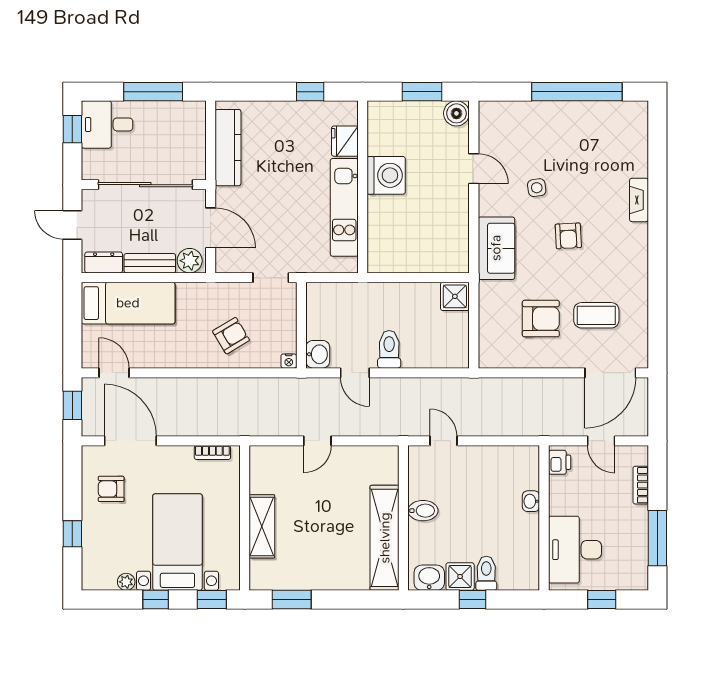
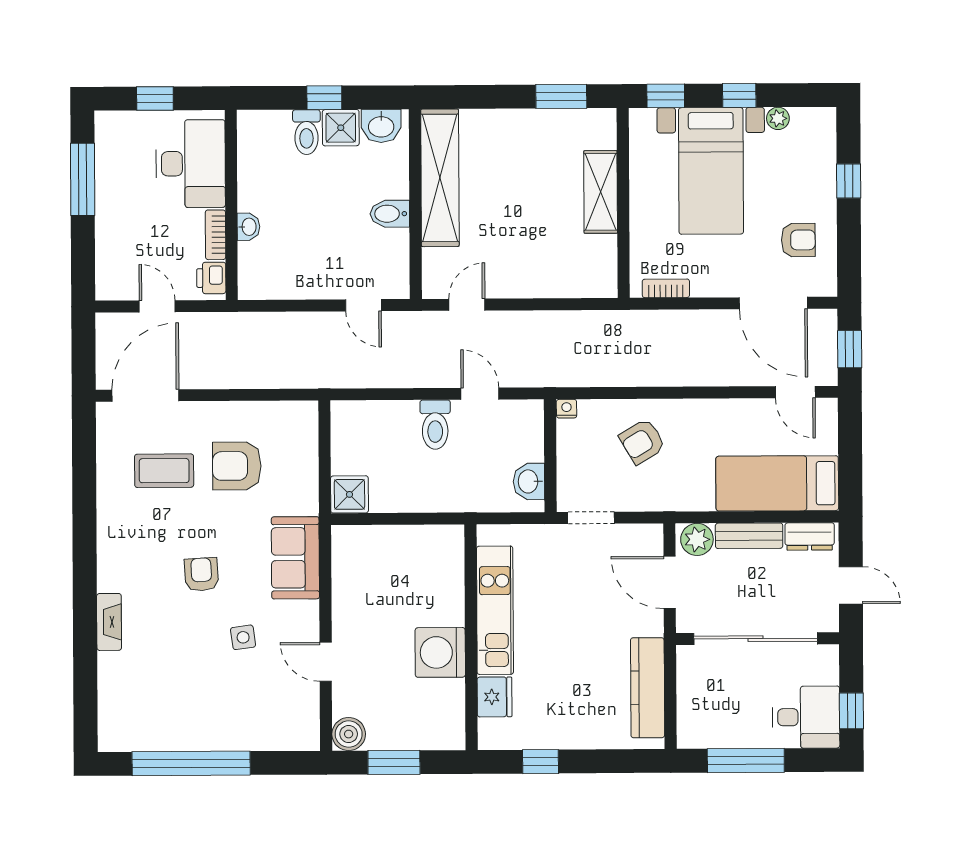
washbasin: (318, 354) -> (529, 481), moved
door: (317, 441) -> (467, 305), moved
bookcase: (641, 485) -> (215, 235), moved, turned 180

